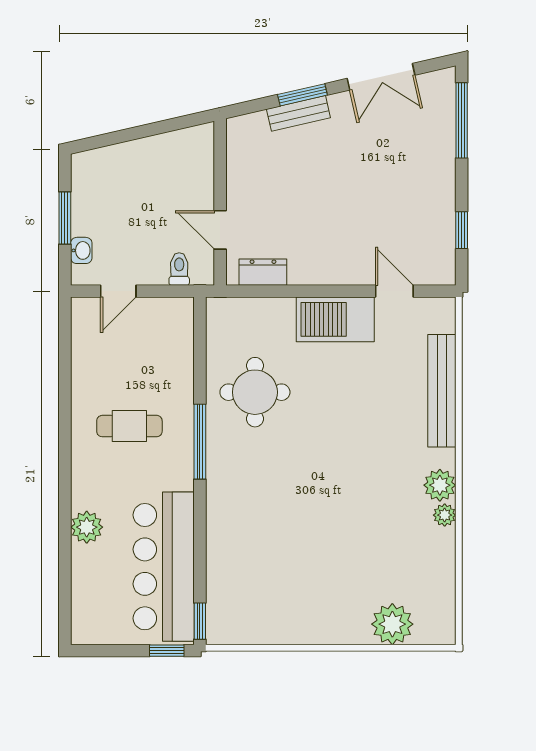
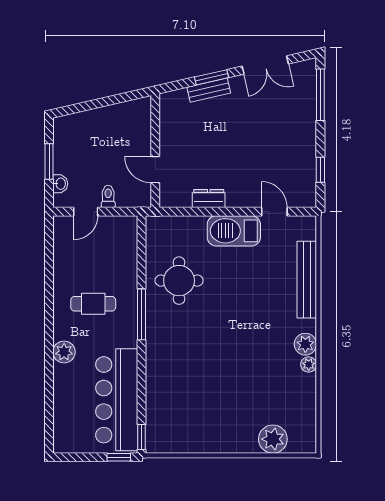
toilet: (179, 269) -> (108, 196), moved
dresser: (263, 272) -> (209, 199), moved
plant: (87, 527) -> (64, 352), moved

